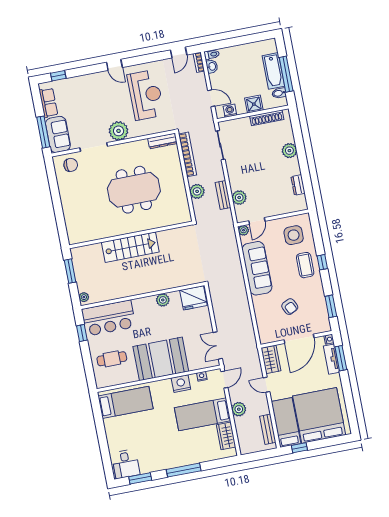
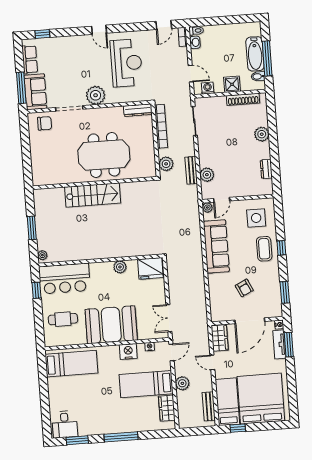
wall: (131, 235) -> (95, 183), moved
stairs: (130, 247) -> (93, 195), moved

